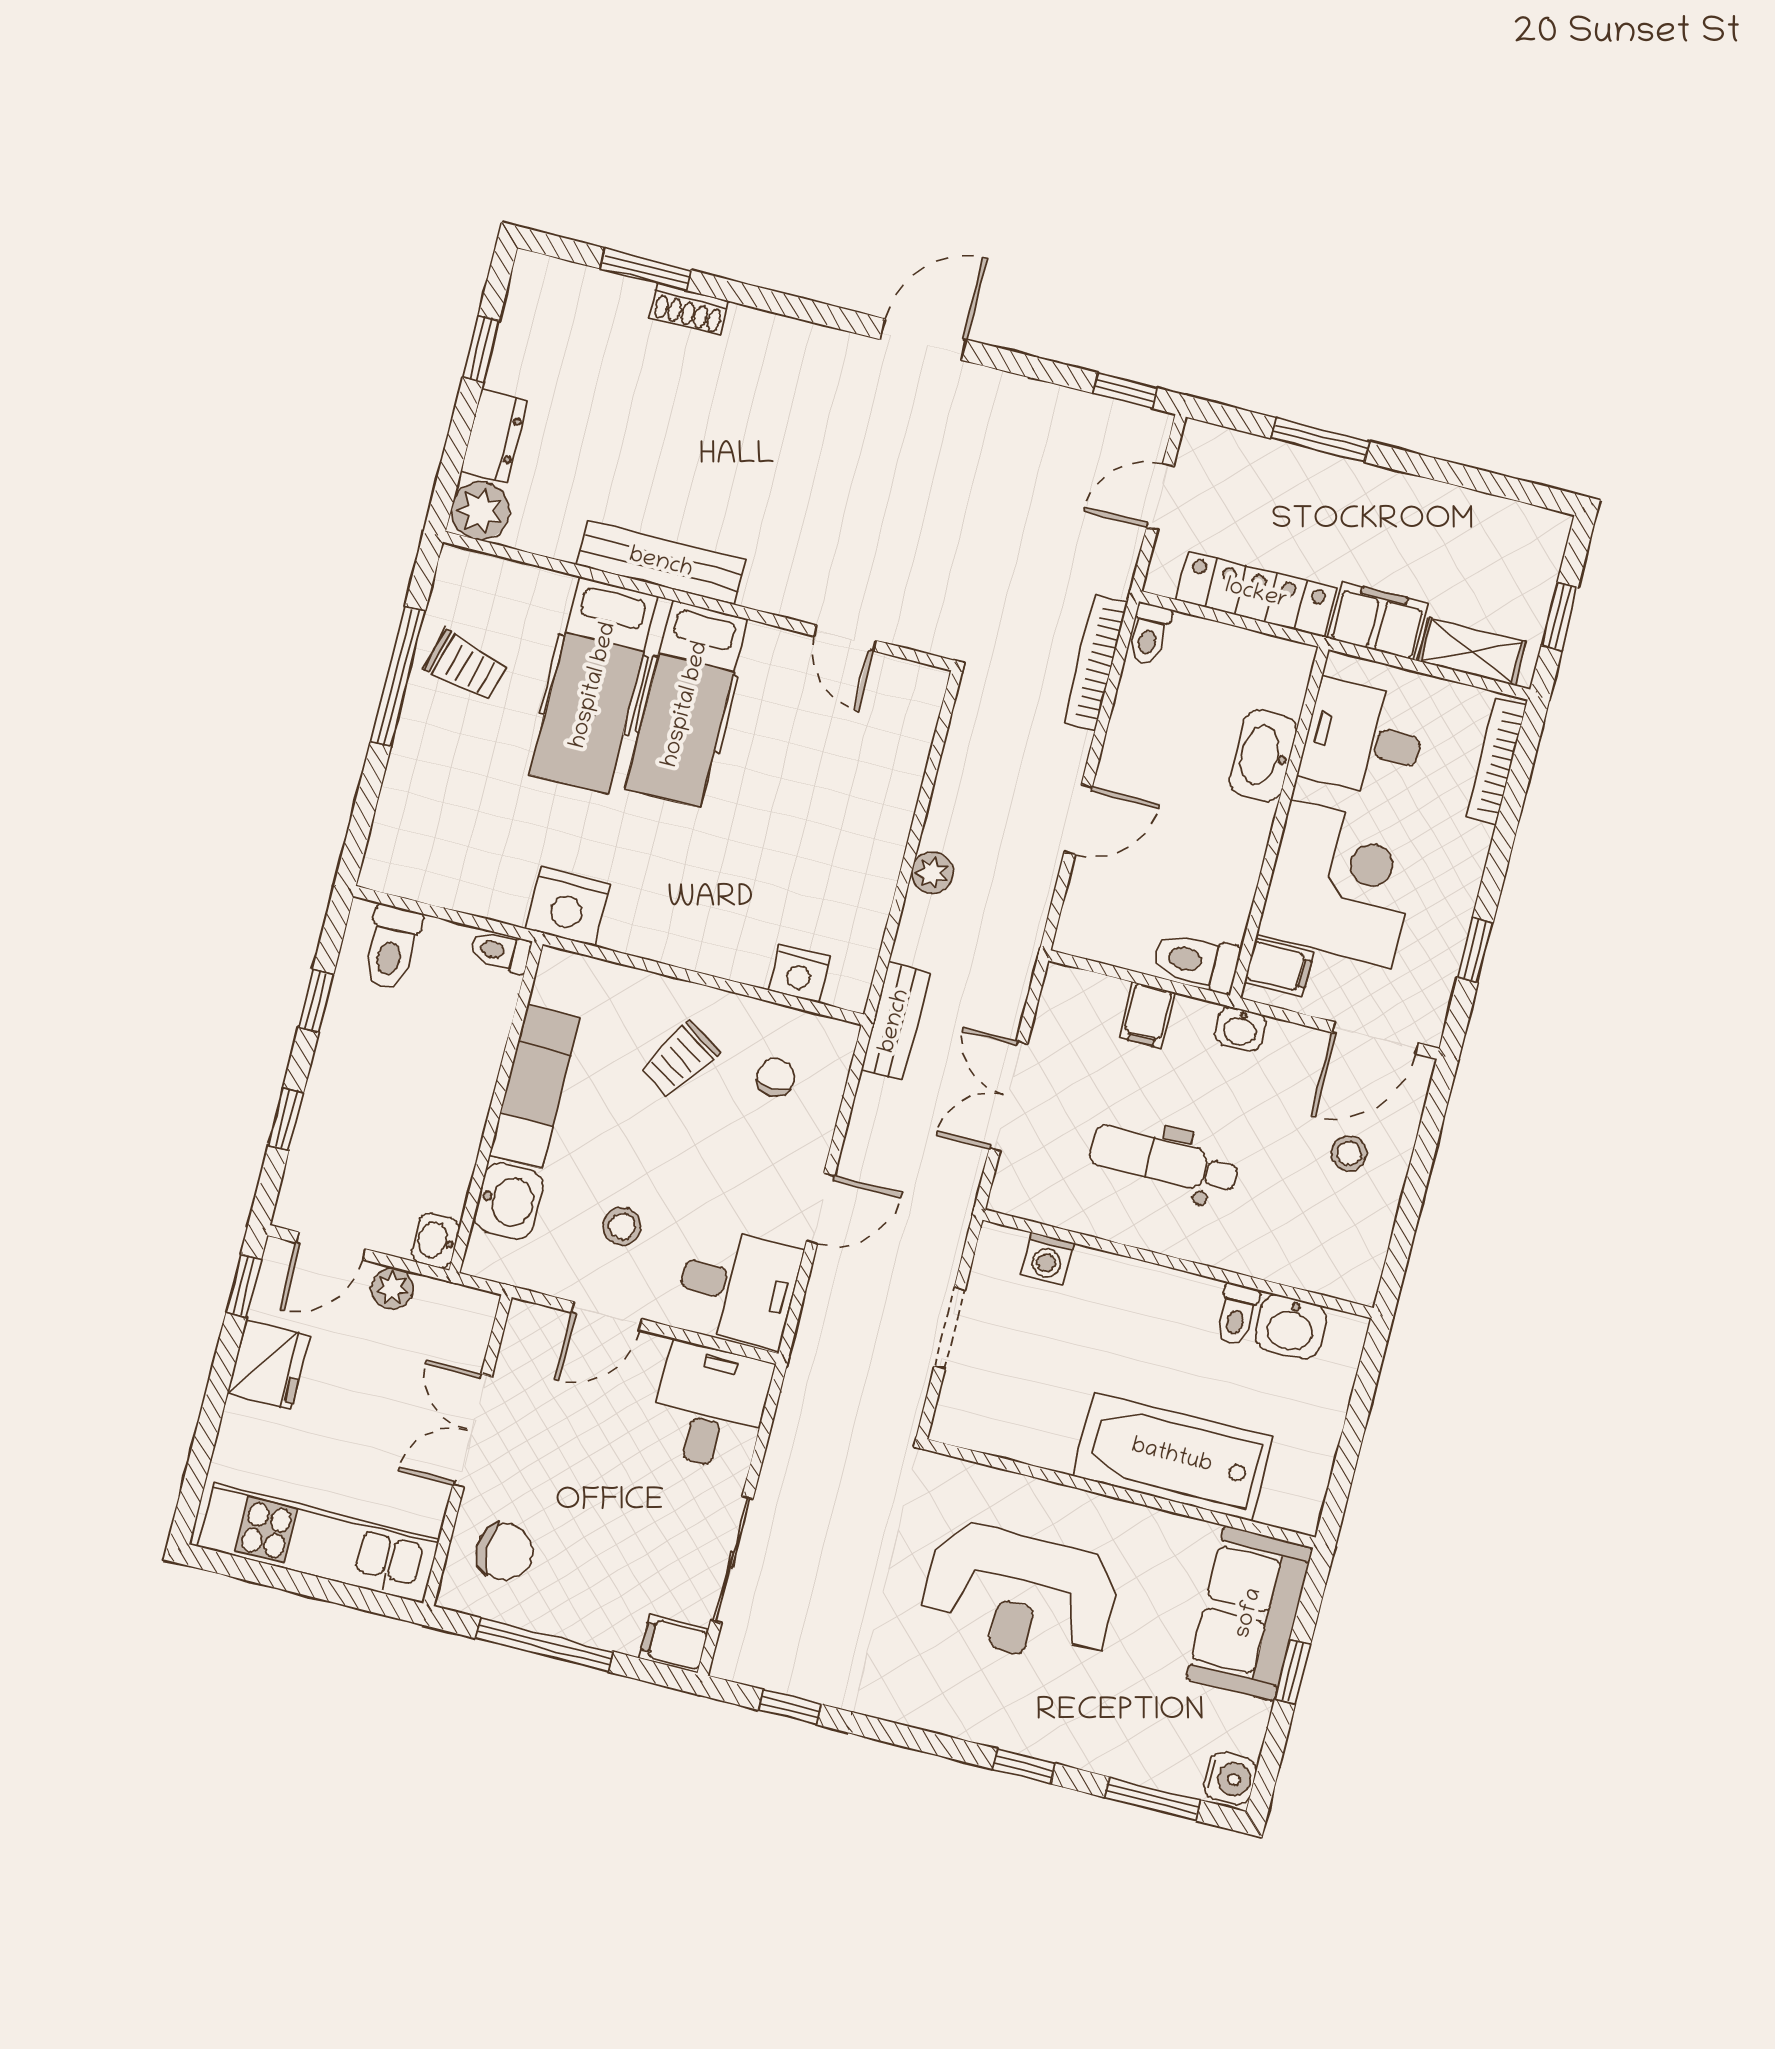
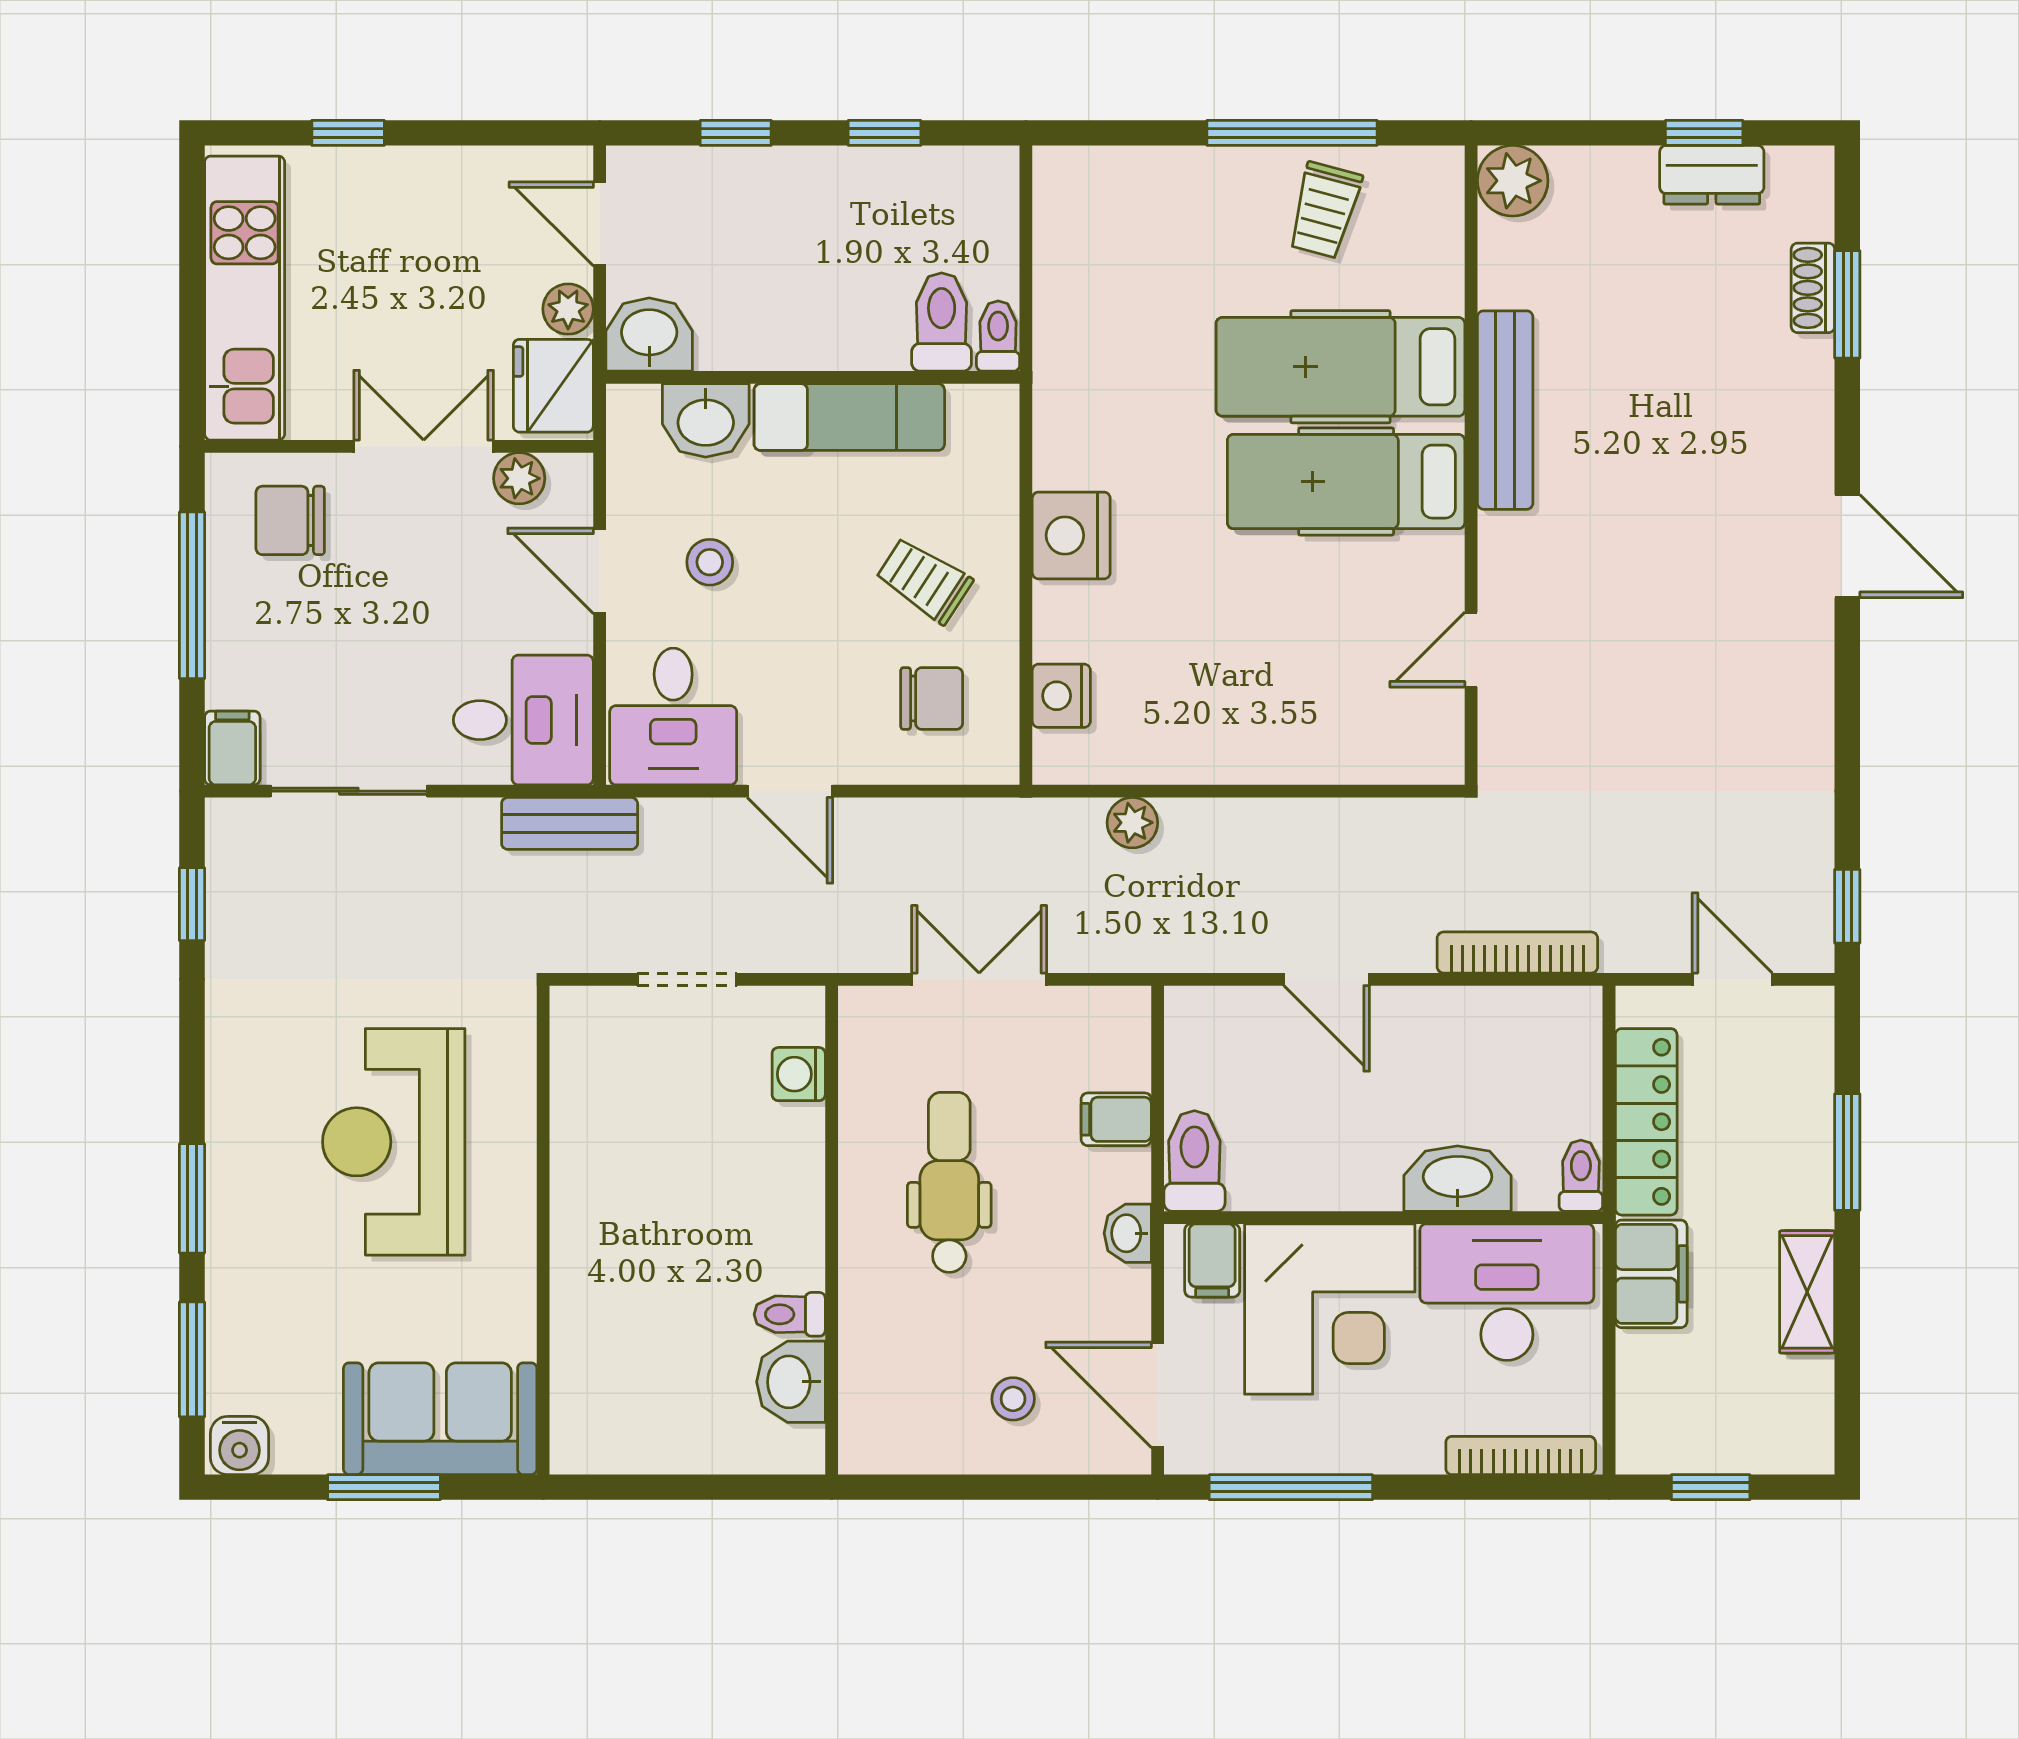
shoe rack: (689, 309) -> (1813, 288), moved
door: (923, 340) -> (1847, 546), moved
dresser: (494, 436) -> (1712, 175), moved
toilet: (1149, 634) -> (1581, 1176), moved, turned 90
shelving: (1472, 651) -> (1807, 1292), moved
desk: (1363, 739) -> (1507, 1292), width x1.37
plant: (932, 873) -> (1132, 823), moved
nightstand: (568, 907) -> (1071, 535), moved
toilet: (391, 947) -> (942, 322), moved, turned 90
window: (1475, 950) -> (1291, 1487), width x2.17
bench: (895, 1021) -> (570, 823), moved
chair: (775, 1077) -> (932, 699), width x1.37, depth x1.37
washbasin: (435, 1241) -> (649, 335), width x1.38, depth x1.45
window: (244, 1285) -> (348, 133), moved
plant: (517, 1361) -> (519, 478), added
fridge: (268, 1364) -> (553, 386), moved, turned 90
bathtub: (1172, 1456) -> (603, 1281), removed
chair: (505, 1552) -> (290, 520), turned 90
window: (1293, 1672) -> (384, 1487), width x1.50
window: (1024, 1766) -> (192, 1198), width x1.50

